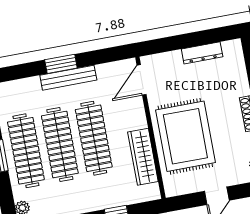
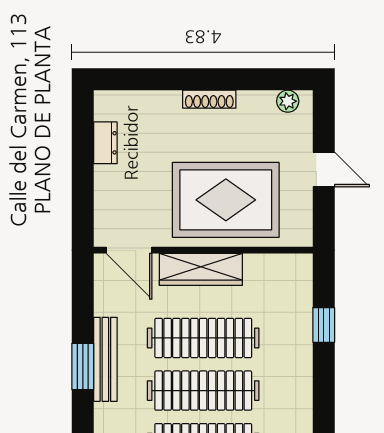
dresser: (202, 53) -> (105, 143), width x0.70
wardrobe: (143, 157) -> (201, 269), moved

